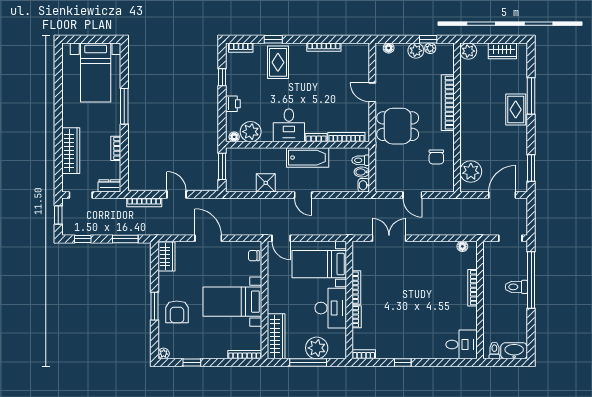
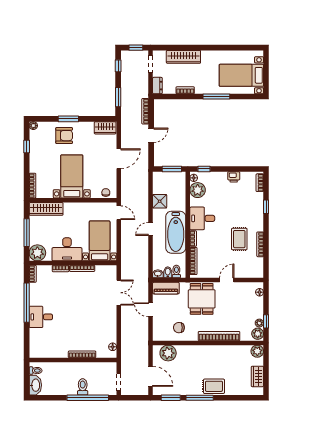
plant: (416, 51) -> (258, 334), moved
rug: (278, 62) -> (239, 239), moved, turned 90
window: (222, 77) -> (204, 169), moved
window: (531, 96) -> (200, 398), moved
printer: (233, 104) -> (234, 177), moved
bathtub: (308, 158) -> (176, 232), width x1.36, depth x1.36
piano: (383, 174) -> (166, 288), added
door: (412, 195) -> (151, 310), hinge flipped
door: (281, 238) -> (119, 213), swing flipped
armchair: (177, 312) -> (64, 136), turned 180
desk: (462, 344) -> (41, 317), moved, turned 90
plant: (317, 348) -> (37, 253), moved
window: (403, 363) -> (27, 303), width x3.17

